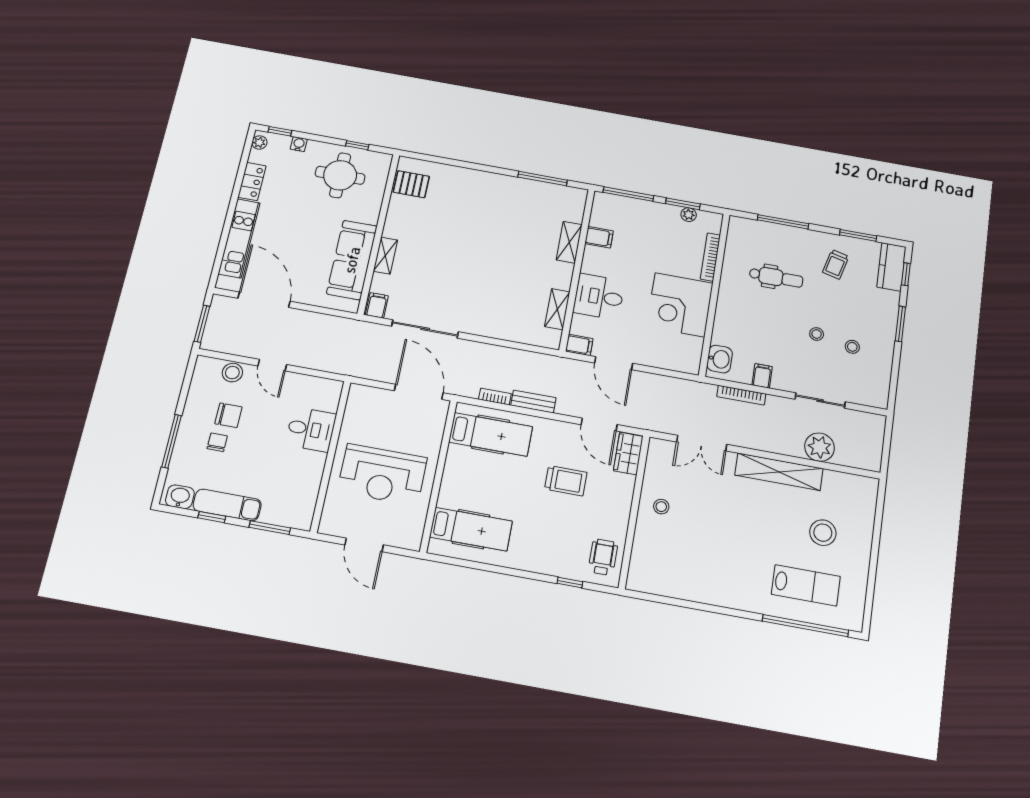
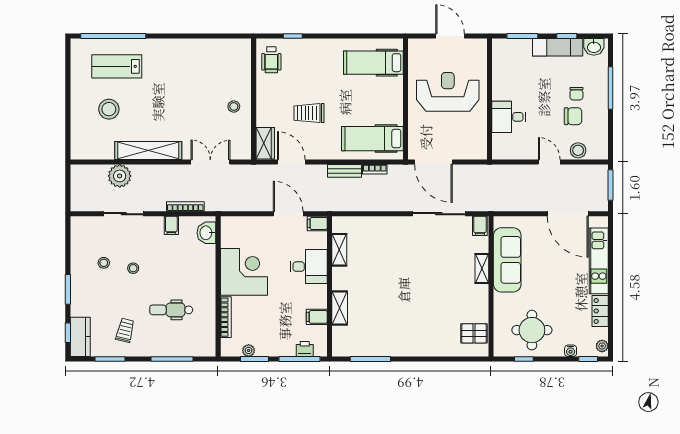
printer: (620, 204) -> (305, 349), added
chair: (228, 415) -> (573, 116), turned 180

